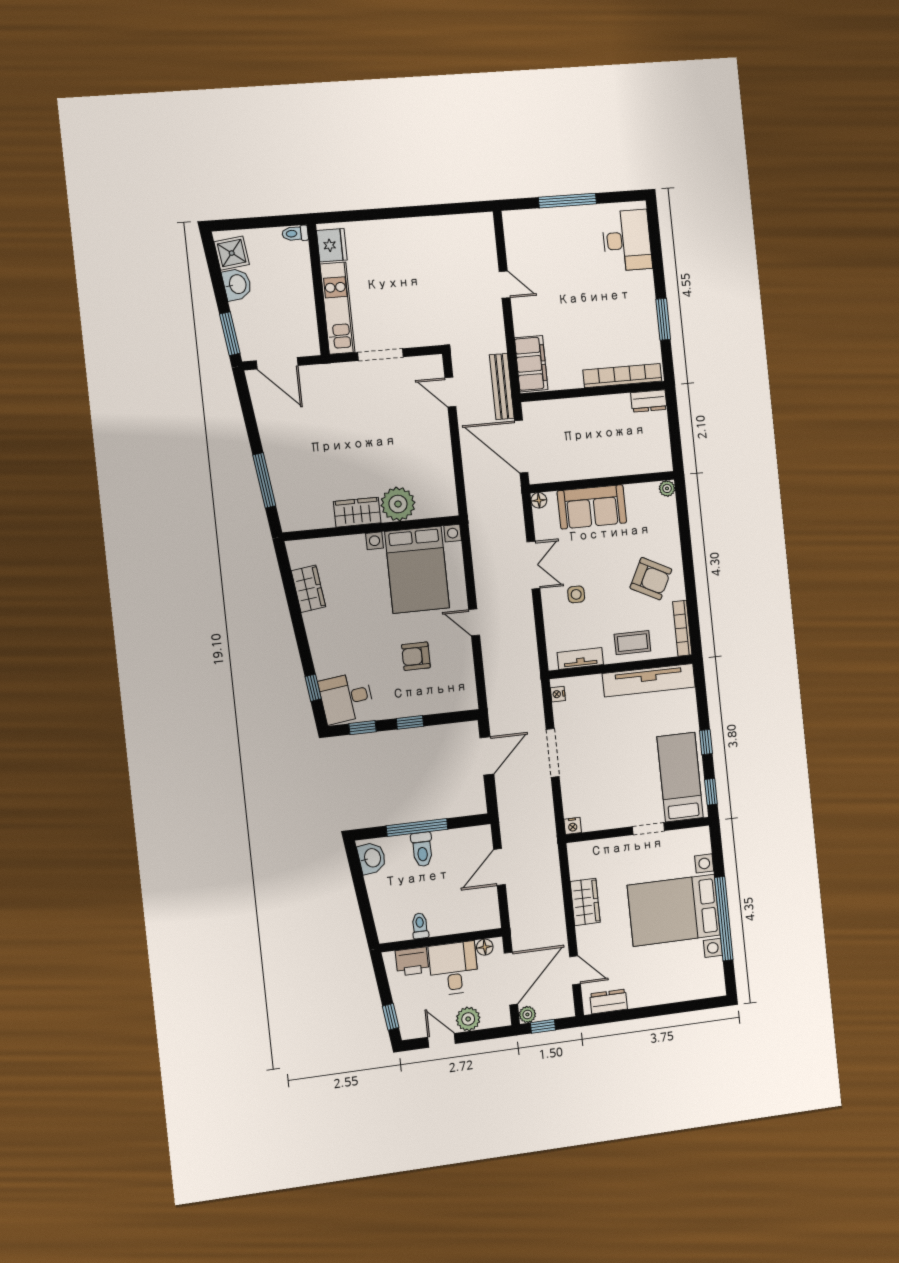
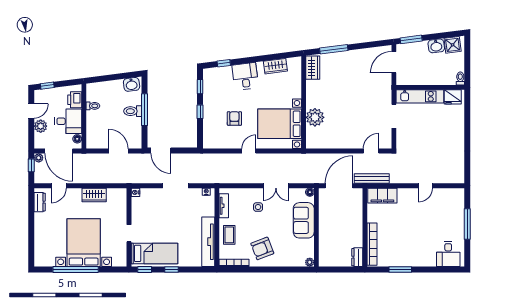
desk: (627, 240) -> (448, 254), width x0.73
wardrobe: (357, 512) -> (313, 68), moved
armchair: (651, 579) -> (262, 248), turned 42
desk: (346, 698) -> (245, 76), moved
door: (487, 756) -> (161, 150), moved

